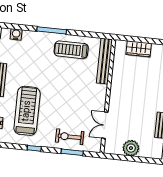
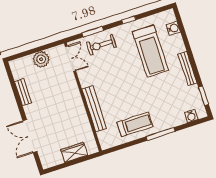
bench: (104, 61) -> (94, 109), moved
double door: (105, 125) -> (71, 59), moved
exercise bike: (70, 137) -> (101, 45), turned 180

